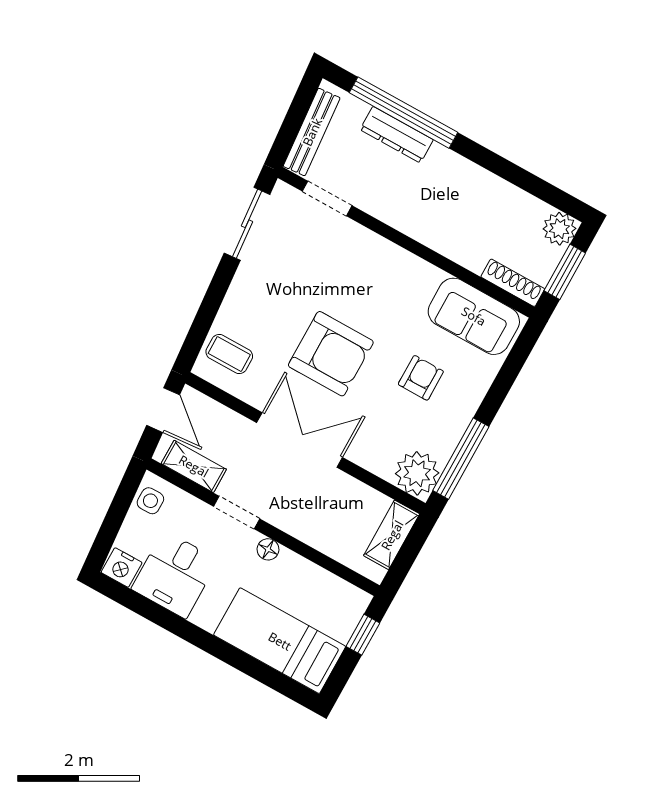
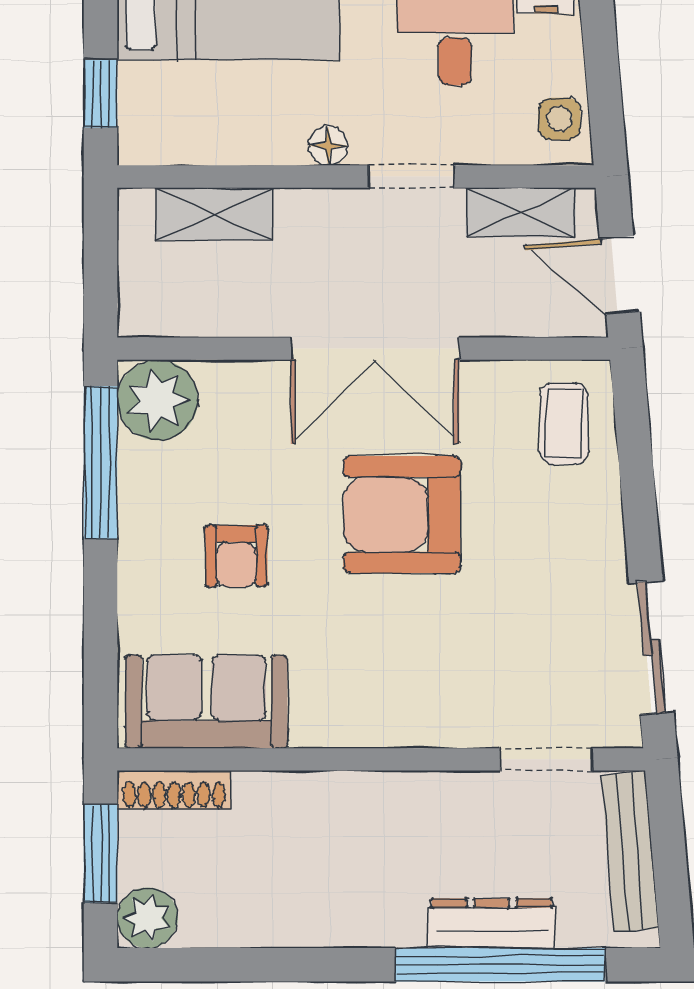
coffee table: (229, 354) -> (564, 424), turned 90
shelving: (392, 535) -> (214, 214), moved, turned 90

